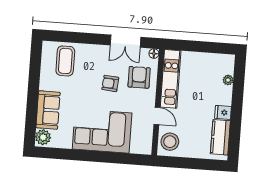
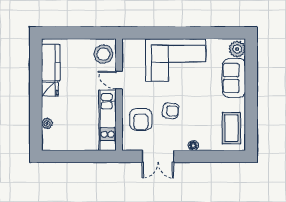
double door: (125, 41) -> (158, 156), swing flipped
floor lamp: (154, 54) -> (193, 146), moved
coffee table: (65, 61) -> (231, 128), moved

